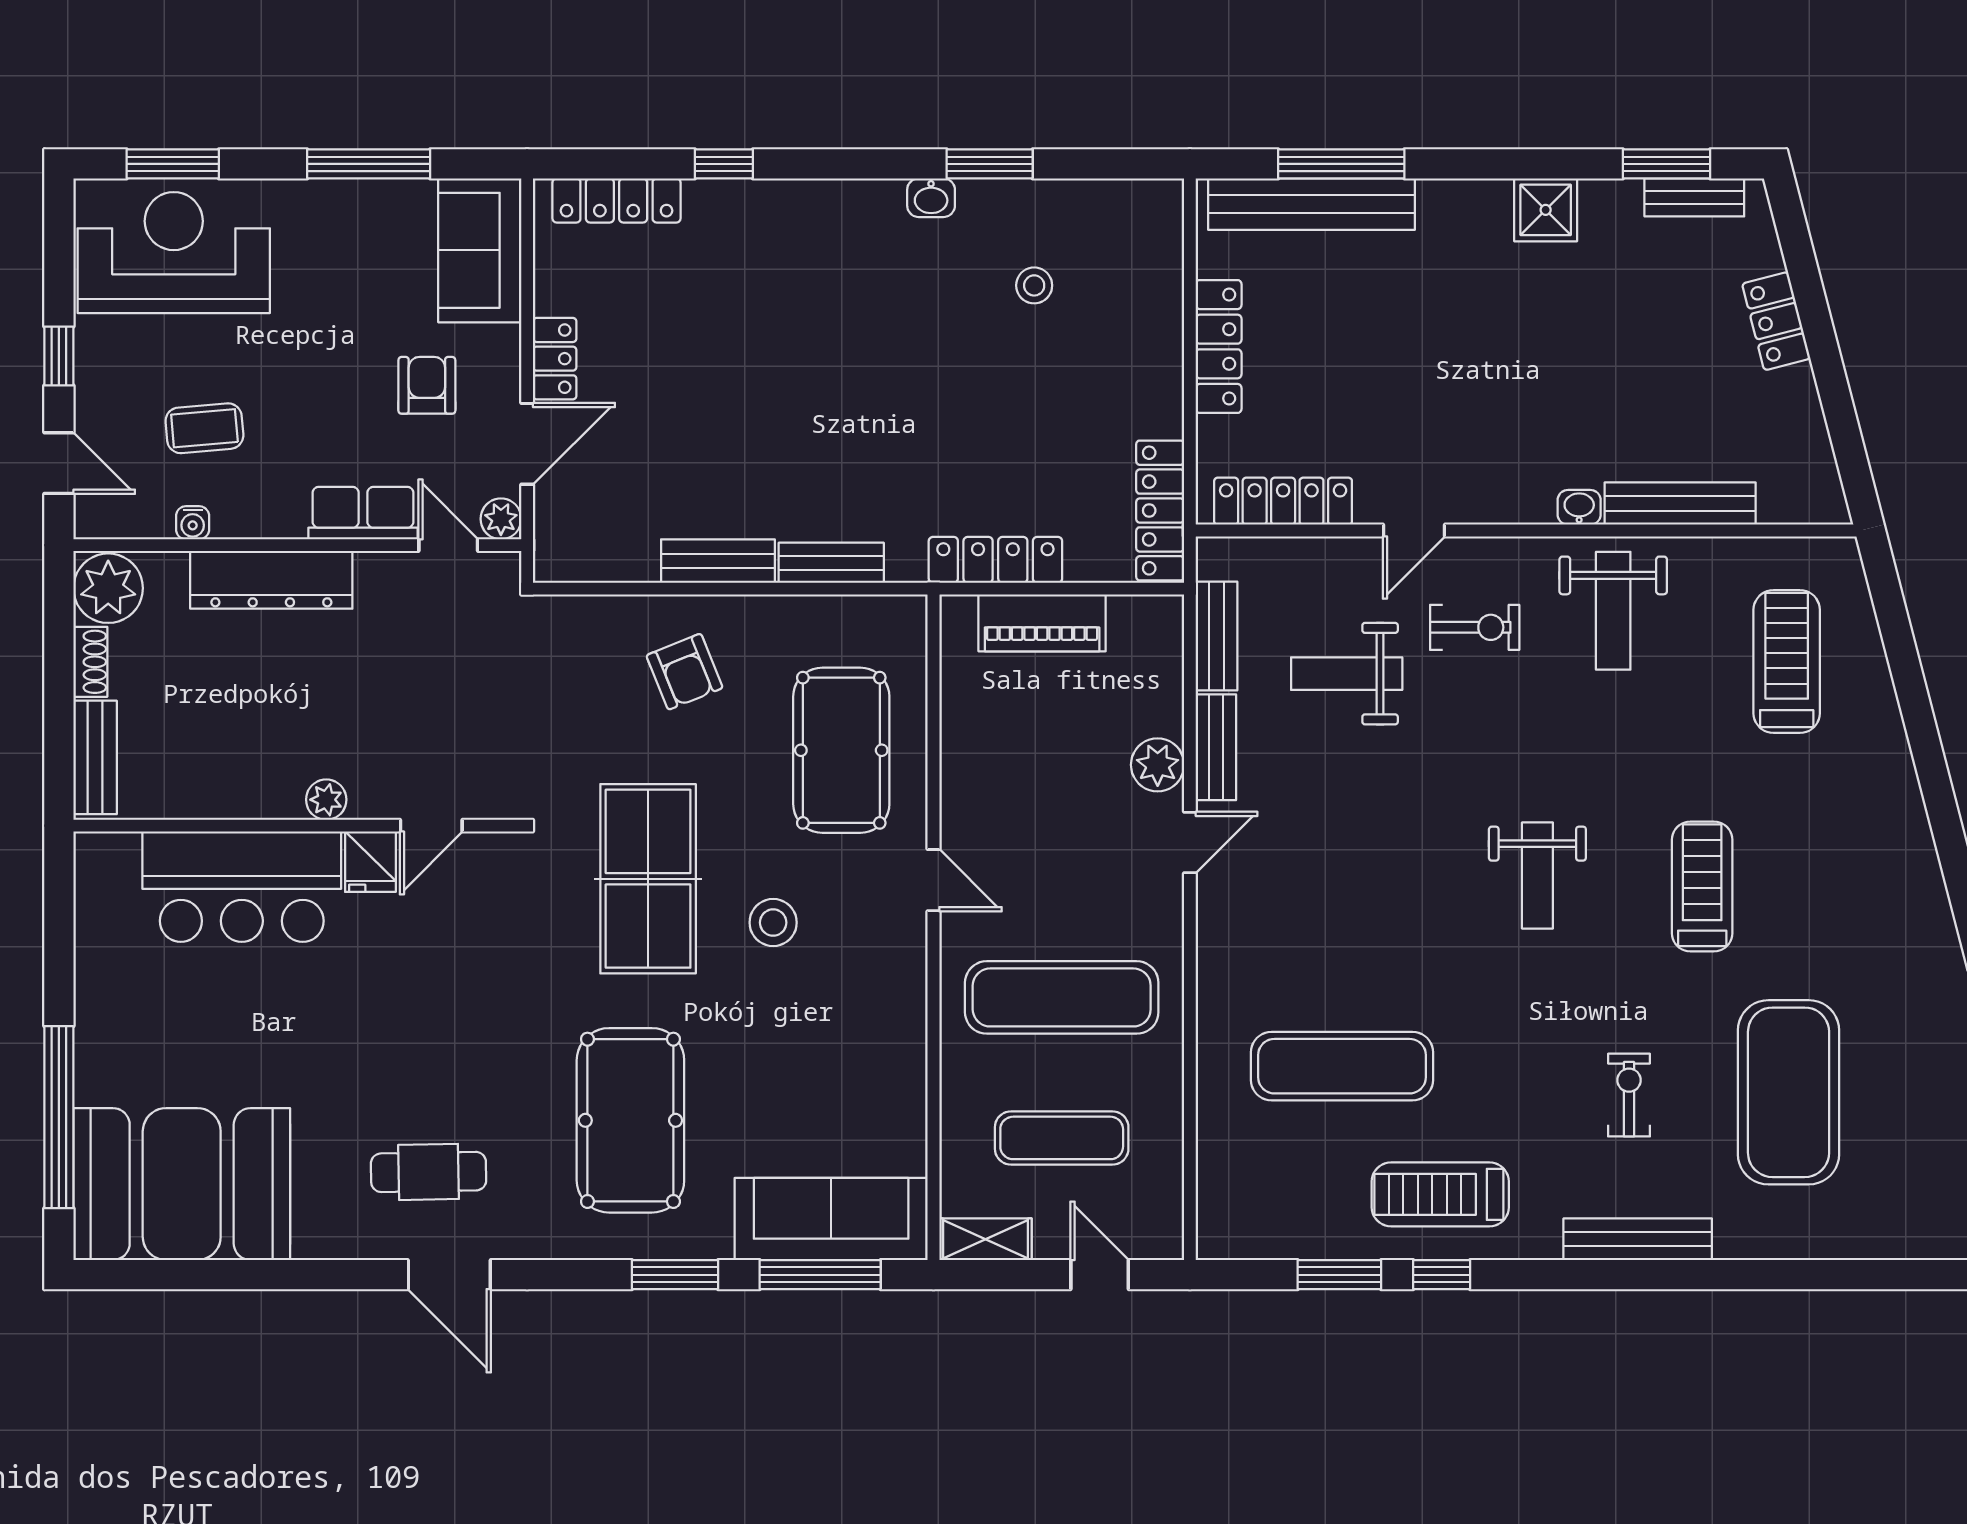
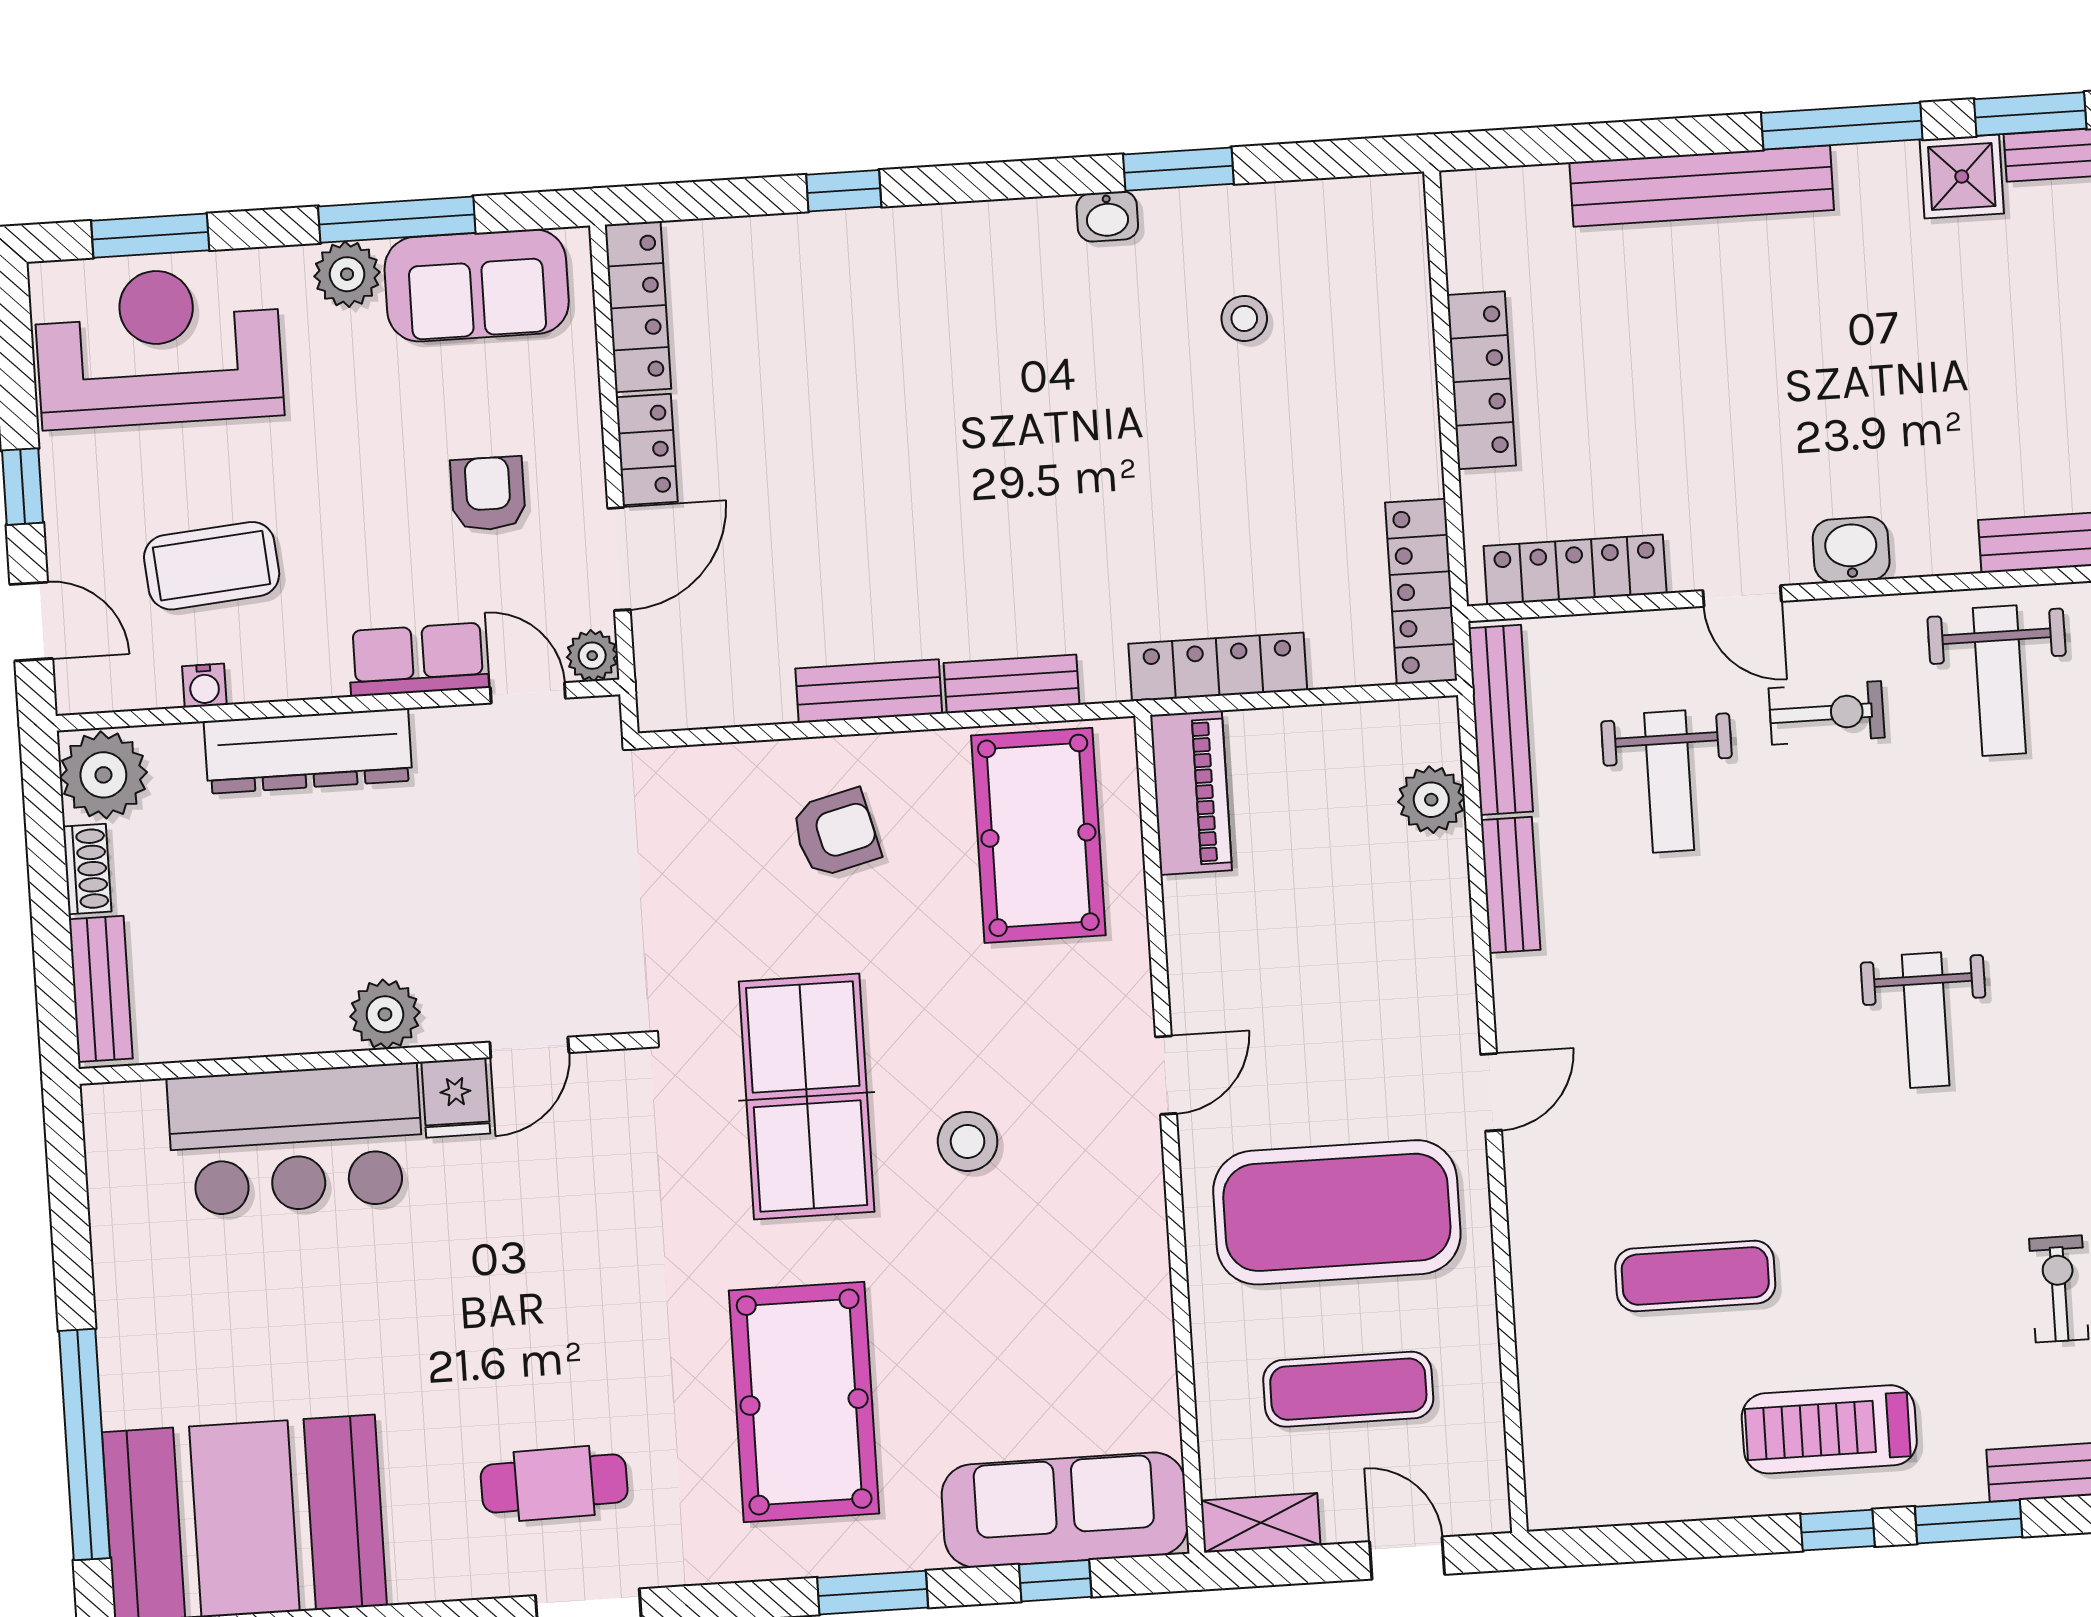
window: (1341, 164) -> (1842, 126), moved
locker: (617, 200) -> (638, 307), moved, turned -90
bench: (1311, 204) -> (1702, 186), moved
plant: (327, 205) -> (347, 274), added
shower: (1546, 210) -> (1962, 176), moved
sofa: (480, 250) -> (477, 285), moved, turned -90
coffee table: (204, 428) -> (212, 566), width x1.36, depth x1.30
washbasin: (1579, 507) -> (1851, 550), moved, width x1.38, depth x1.45
door: (1414, 531) -> (1742, 596), hinge flipped
piano: (1042, 623) -> (1191, 793), moved, turned -90
bench: (1217, 636) -> (1501, 720), width x1.36
armchair: (685, 672) -> (836, 833), turned -82
weight bench: (1347, 674) -> (1669, 782), turned -90
pool table: (841, 750) -> (1038, 835), moved
plant: (1158, 765) -> (1431, 800), moved
plant: (326, 800) -> (385, 1014), width x1.38, depth x1.38
door: (1190, 843) -> (1491, 1092), moved
door: (934, 880) -> (1166, 1075), hinge flipped
exercise mat: (1062, 997) -> (1337, 1212), width x1.47
exercise mat: (1342, 1066) -> (1695, 1276), width x0.73, depth x0.69
window: (820, 1275) -> (1055, 1581), width x0.46
window: (1339, 1275) -> (1969, 1522), moved

